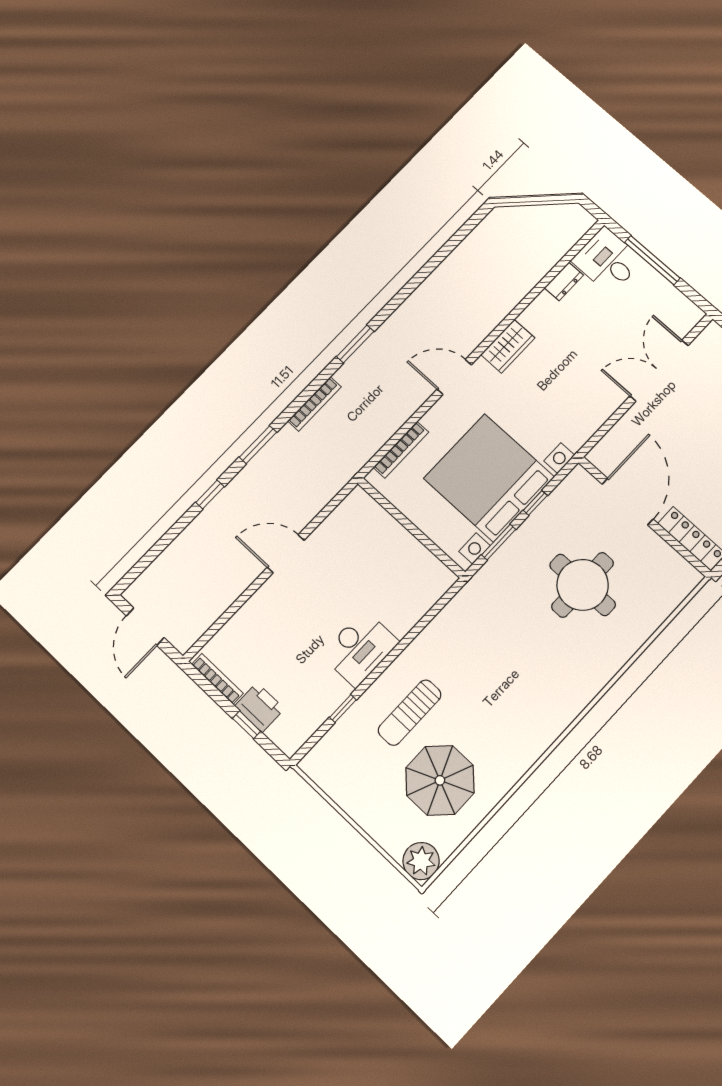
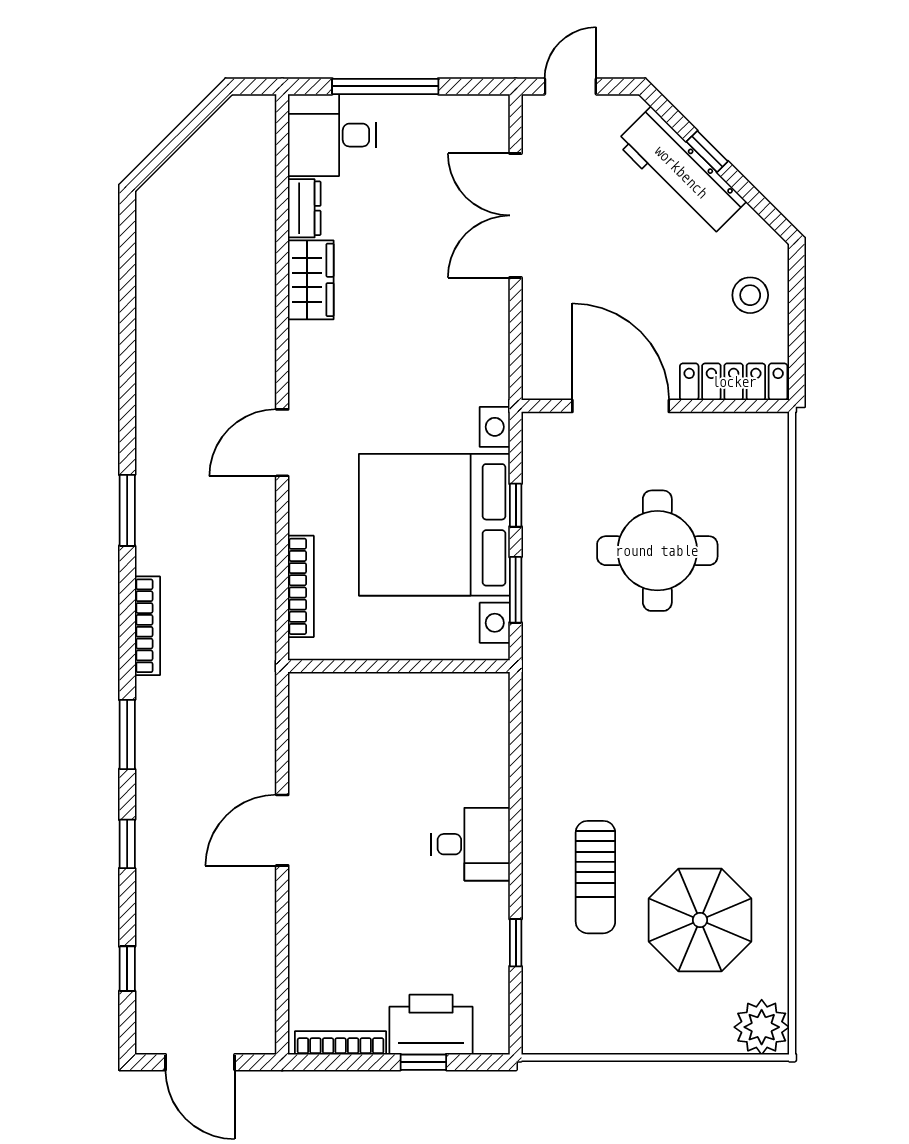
wardrobe: (508, 346) -> (311, 280), moved
window: (155, 552) -> (127, 969), added
desk: (360, 648) -> (471, 844), width x0.73
printer: (260, 707) -> (431, 1025), width x1.37, depth x1.19

